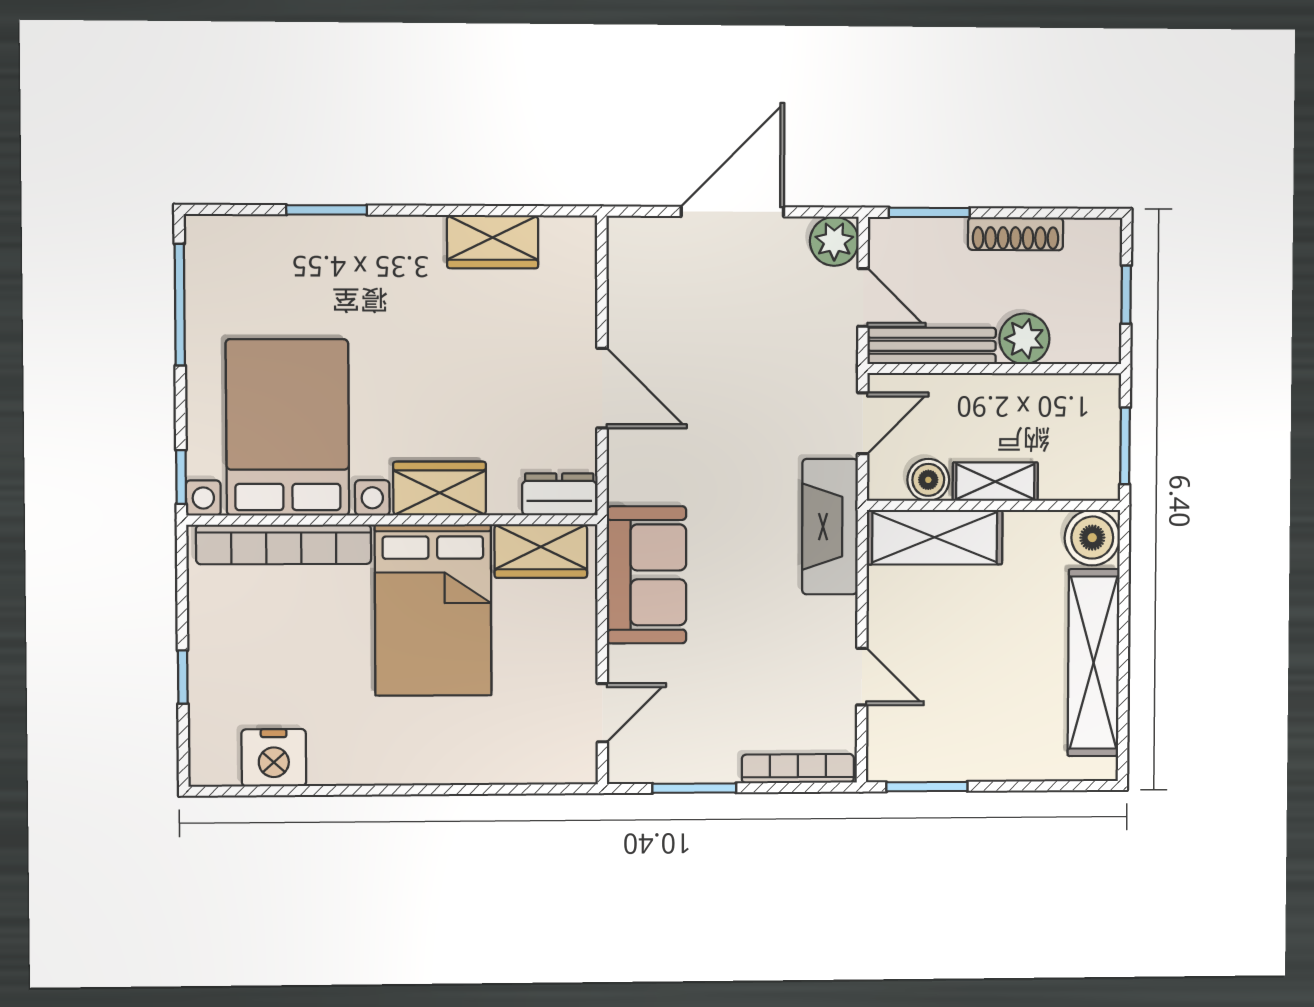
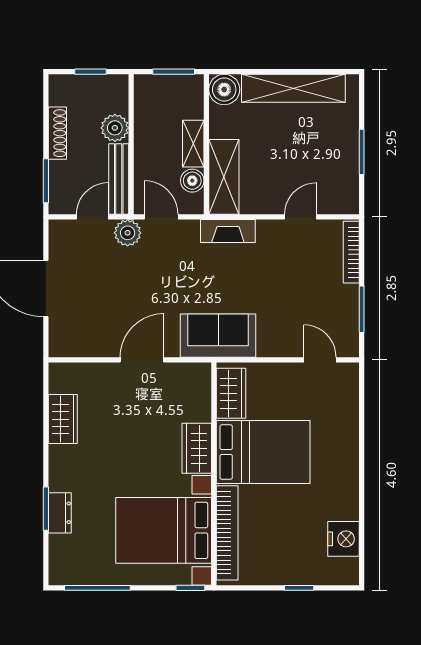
plant: (834, 241) -> (128, 233), moved
dresser: (559, 494) -> (60, 513), moved, turned 180
fireplace: (830, 527) -> (228, 231), width x0.73, depth x0.76
sofa: (646, 575) -> (218, 336), moved
window: (927, 787) -> (362, 152), moved

